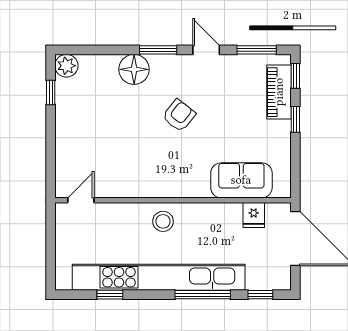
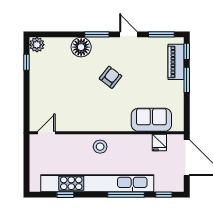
window: (295, 119) -> (187, 80), width x1.50

